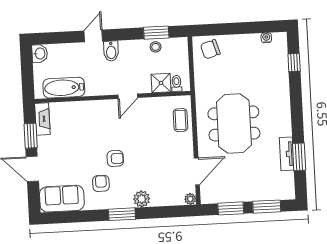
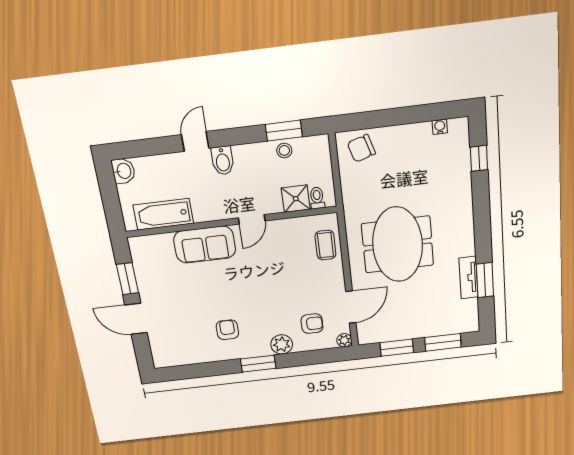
fireplace: (42, 119) -> (140, 257), removed
armchair: (115, 158) -> (312, 324), moved
sofa: (62, 199) -> (205, 245), moved, turned 180

